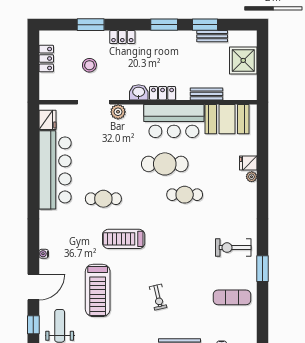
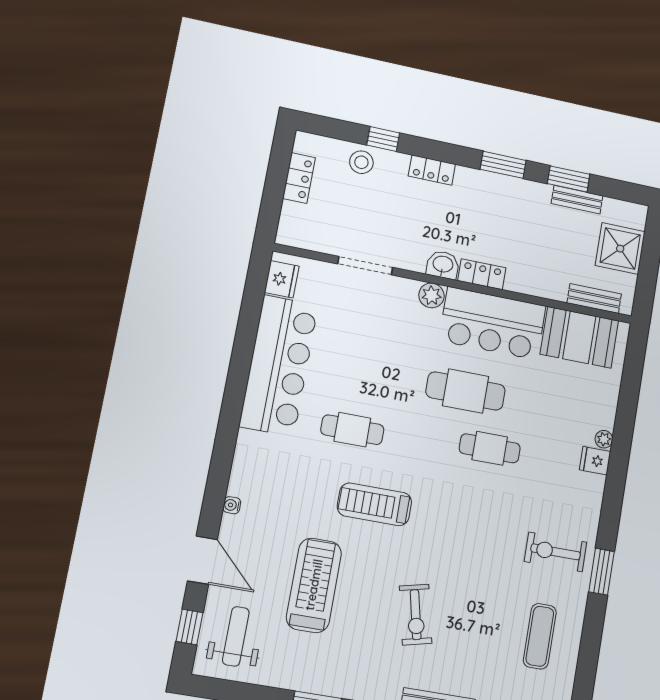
window: (91, 25) -> (383, 139), width x0.67
stool: (89, 65) -> (361, 162), moved
bench: (206, 94) -> (594, 298), moved
plant: (118, 112) -> (431, 295), moved
fridge: (248, 163) -> (595, 461), moved
window: (263, 269) -> (602, 572), moved
door: (33, 287) -> (202, 560), hinge flipped
treadmill: (98, 290) -> (314, 585), turned 180
exercise bike: (158, 297) -> (416, 615), width x1.38, depth x1.39
exercise mat: (232, 297) -> (540, 636), turned 90

